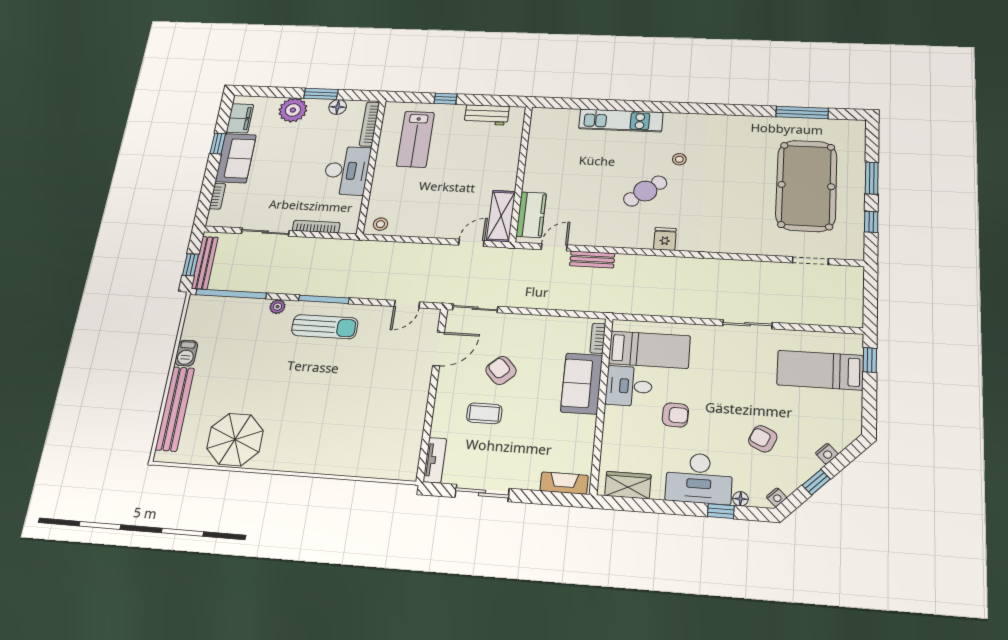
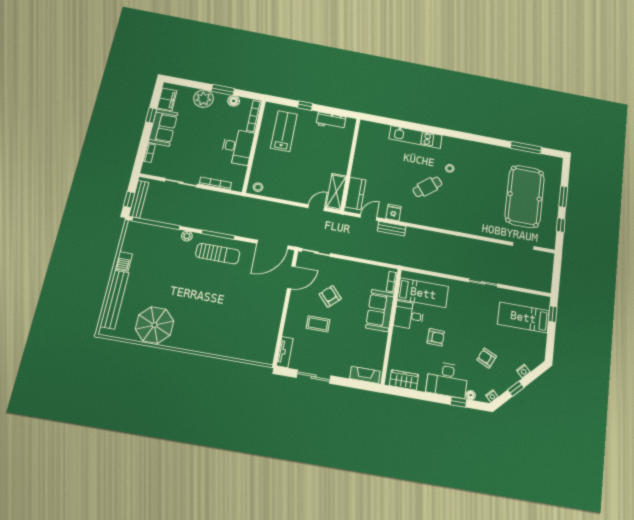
lab bench: (415, 139) -> (284, 131), turned 180
fridge: (665, 239) -> (394, 212), moved
door: (407, 304) -> (272, 245), width x1.87

